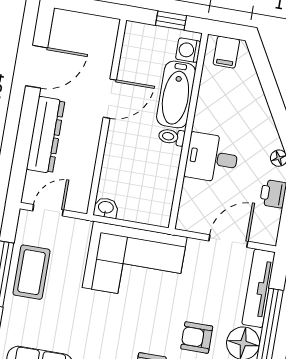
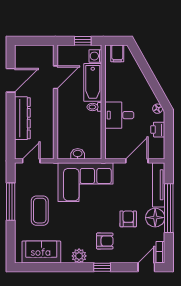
door: (110, 99) -> (55, 77), moved
washbasin: (106, 208) -> (78, 154), moved
coffee table: (31, 272) -> (40, 211), moved
armchair: (197, 337) -> (128, 219), turned 90

